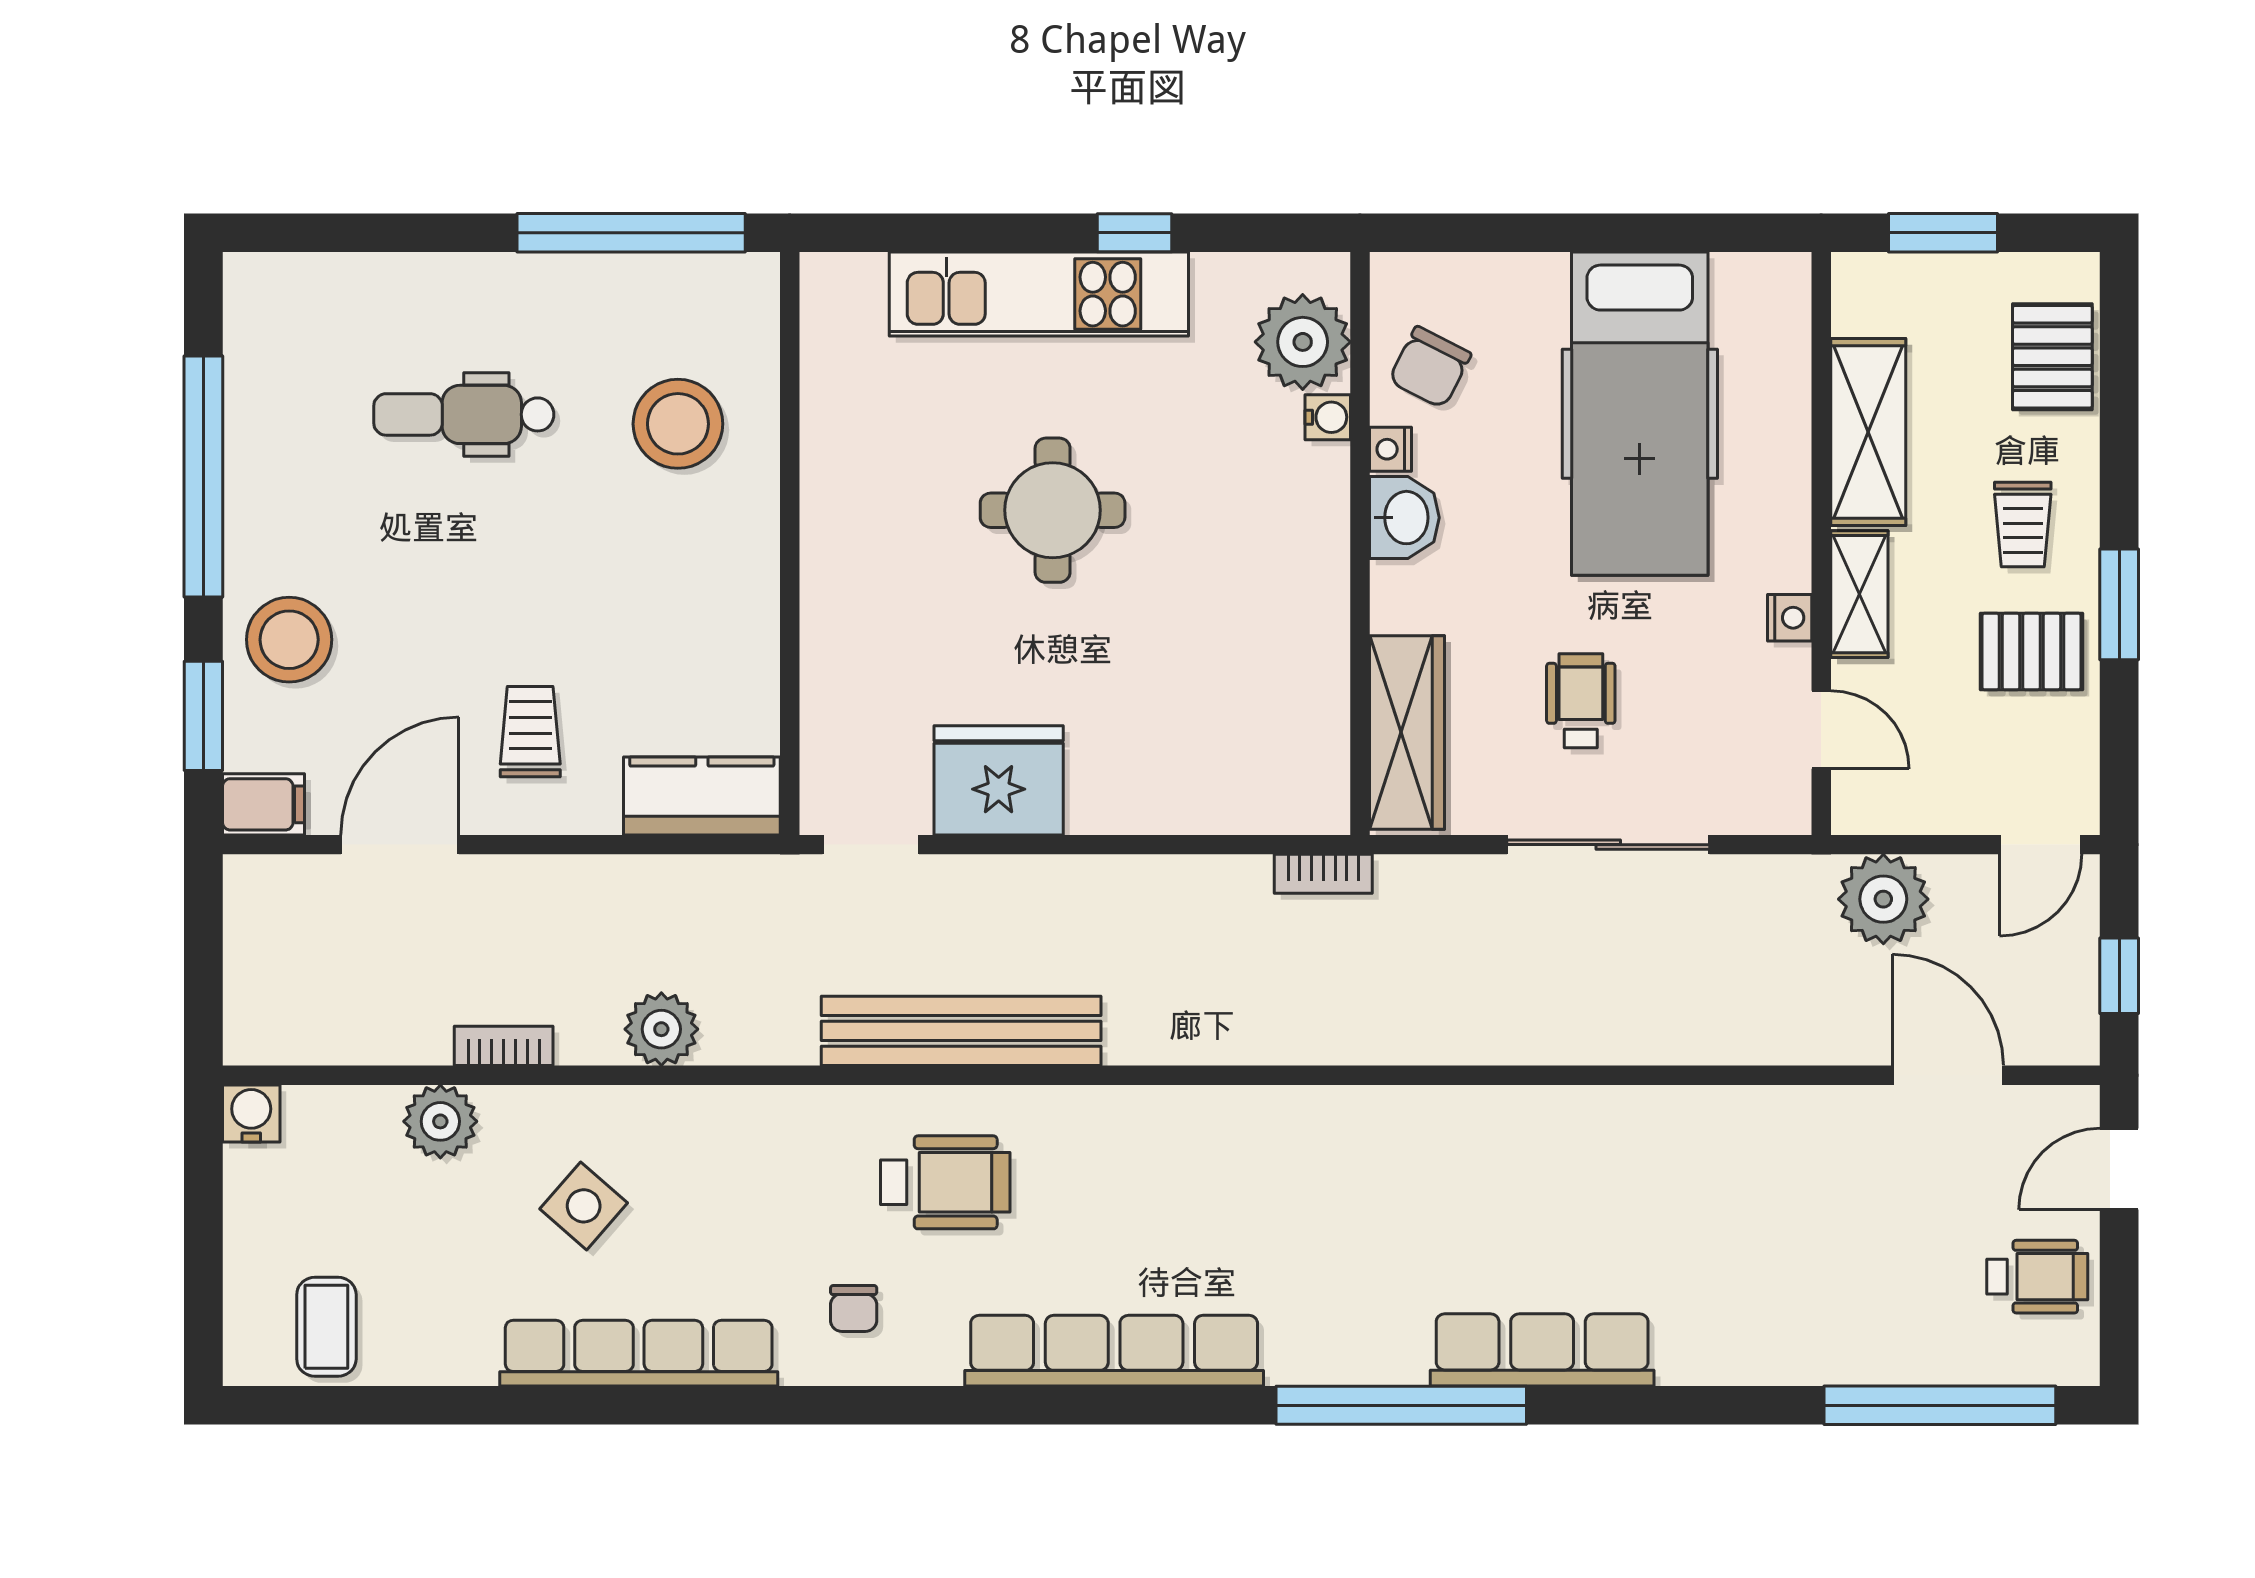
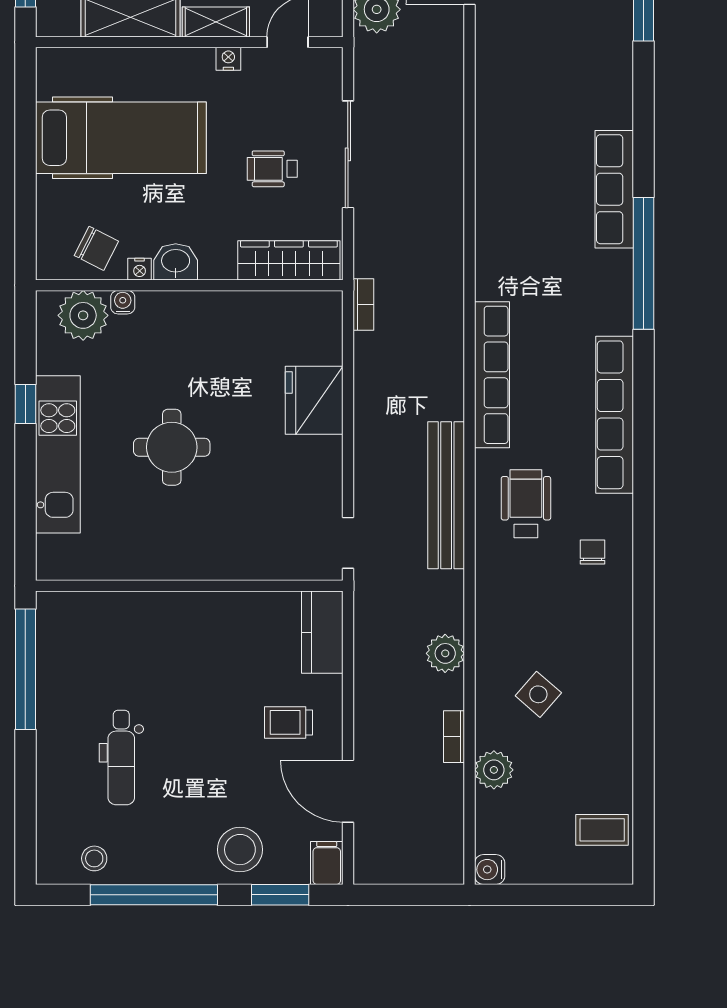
stool: (678, 424) -> (94, 858), moved, width x0.53, depth x0.53
fridge: (999, 780) -> (314, 400), moved
chair: (854, 1308) -> (592, 552), turned -90
row of seats: (639, 1353) -> (492, 375), moved, turned 180

